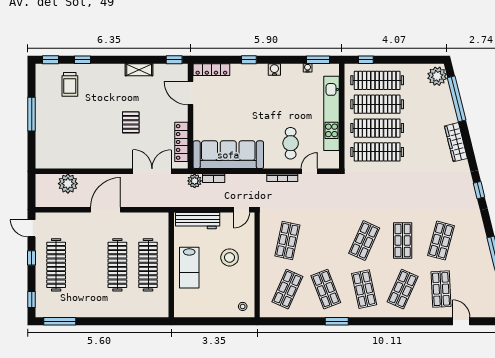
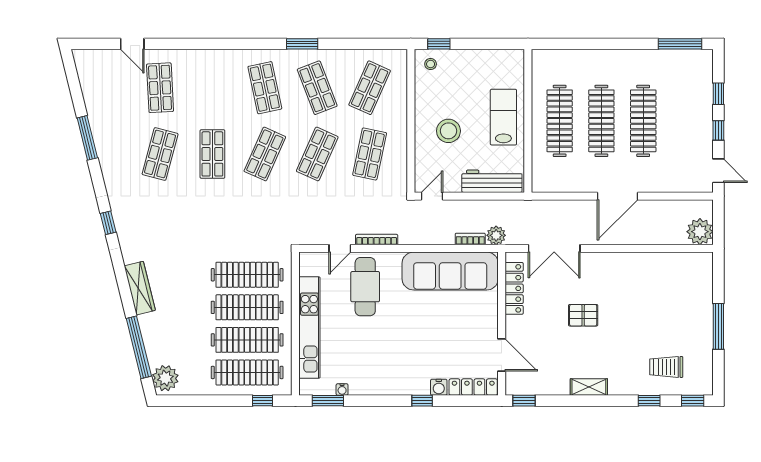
shelving: (139, 70) -> (589, 387), moved
water cooler: (274, 70) -> (439, 387), moved
trolley: (70, 84) -> (666, 367), turned -90
pallet: (131, 122) -> (583, 315), turned 90
cafe table: (291, 143) -> (365, 287), width x1.37, depth x1.35
plant: (68, 184) -> (700, 232), moved
clothes rail: (56, 265) -> (643, 121), moved
shop shelf: (403, 289) -> (317, 154), moved
window: (32, 300) -> (718, 94), moved
window: (237, 321) -> (439, 44), added

